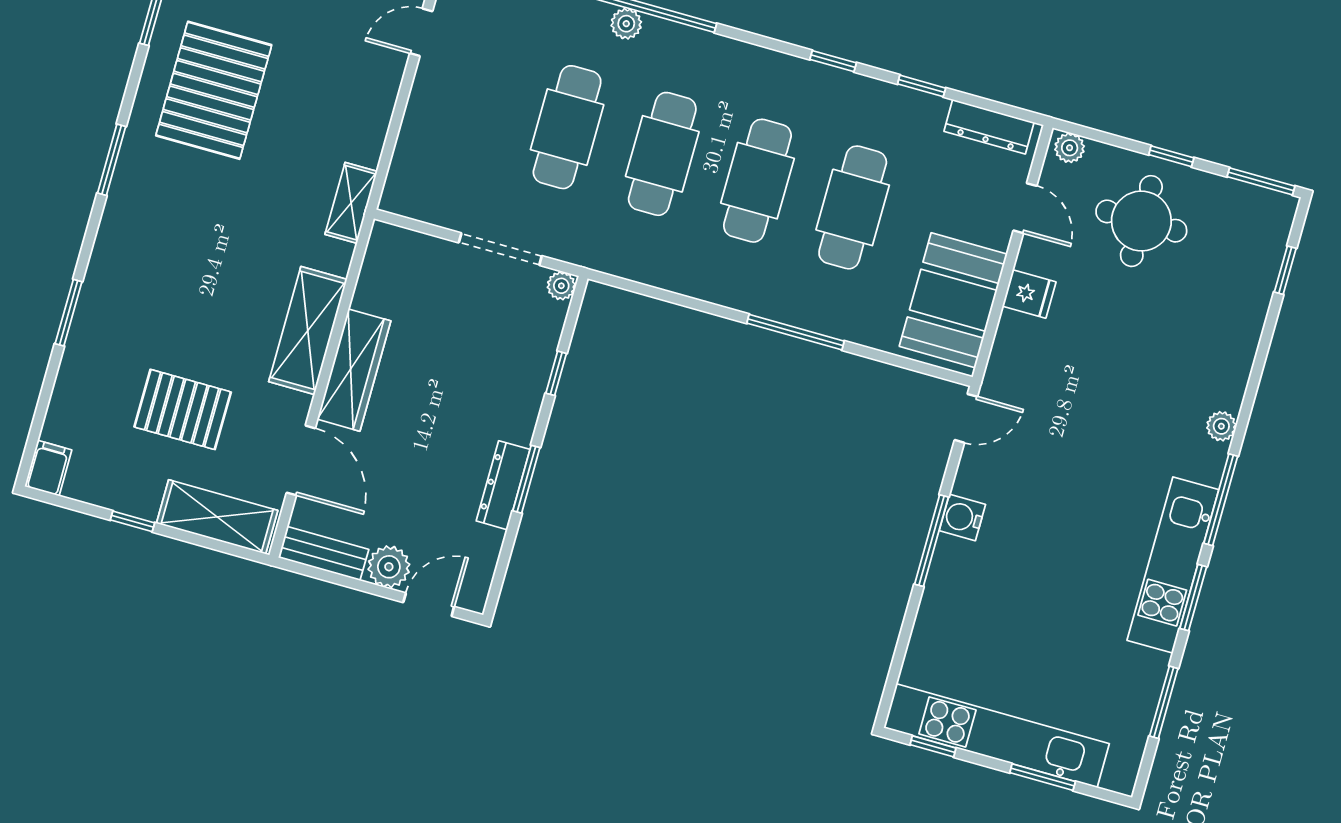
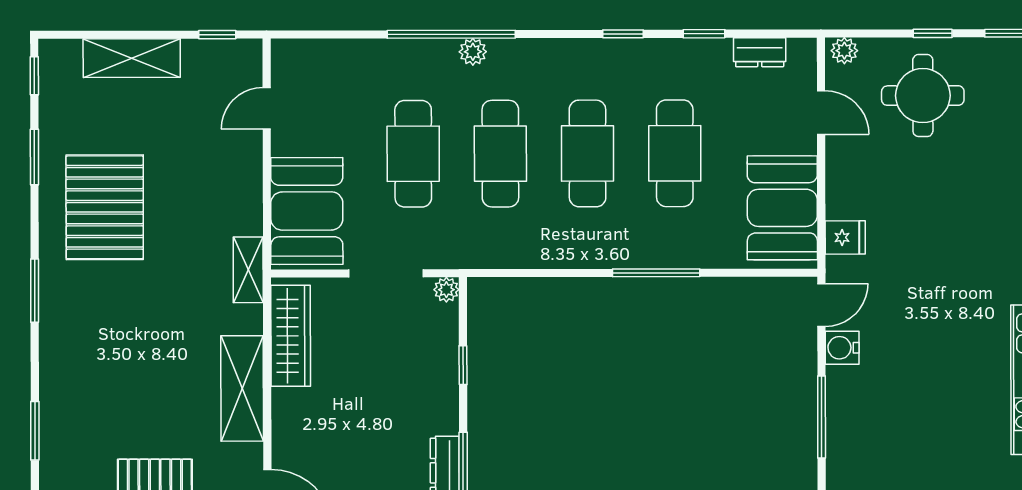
plant: (626, 24) -> (473, 52), moved
dresser: (989, 127) -> (760, 52), width x0.70
booth: (433, 157) -> (307, 211), added
fridge: (1029, 294) -> (845, 237), moved
wardrobe: (354, 370) -> (291, 336), moved
water cooler: (962, 517) -> (842, 348), moved

